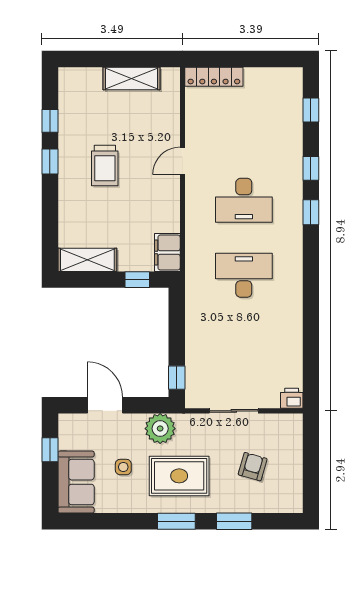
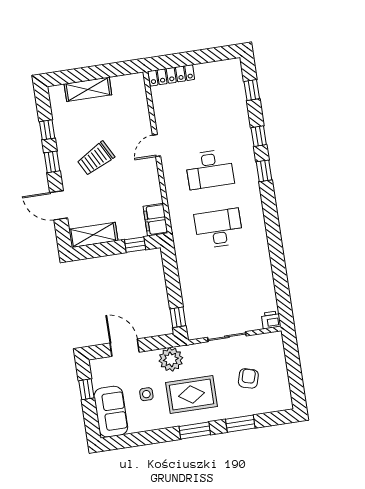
shelving: (132, 78) -> (88, 89), moved
trolley: (105, 165) -> (96, 158), turned 62
door: (50, 217) -> (59, 205), added

